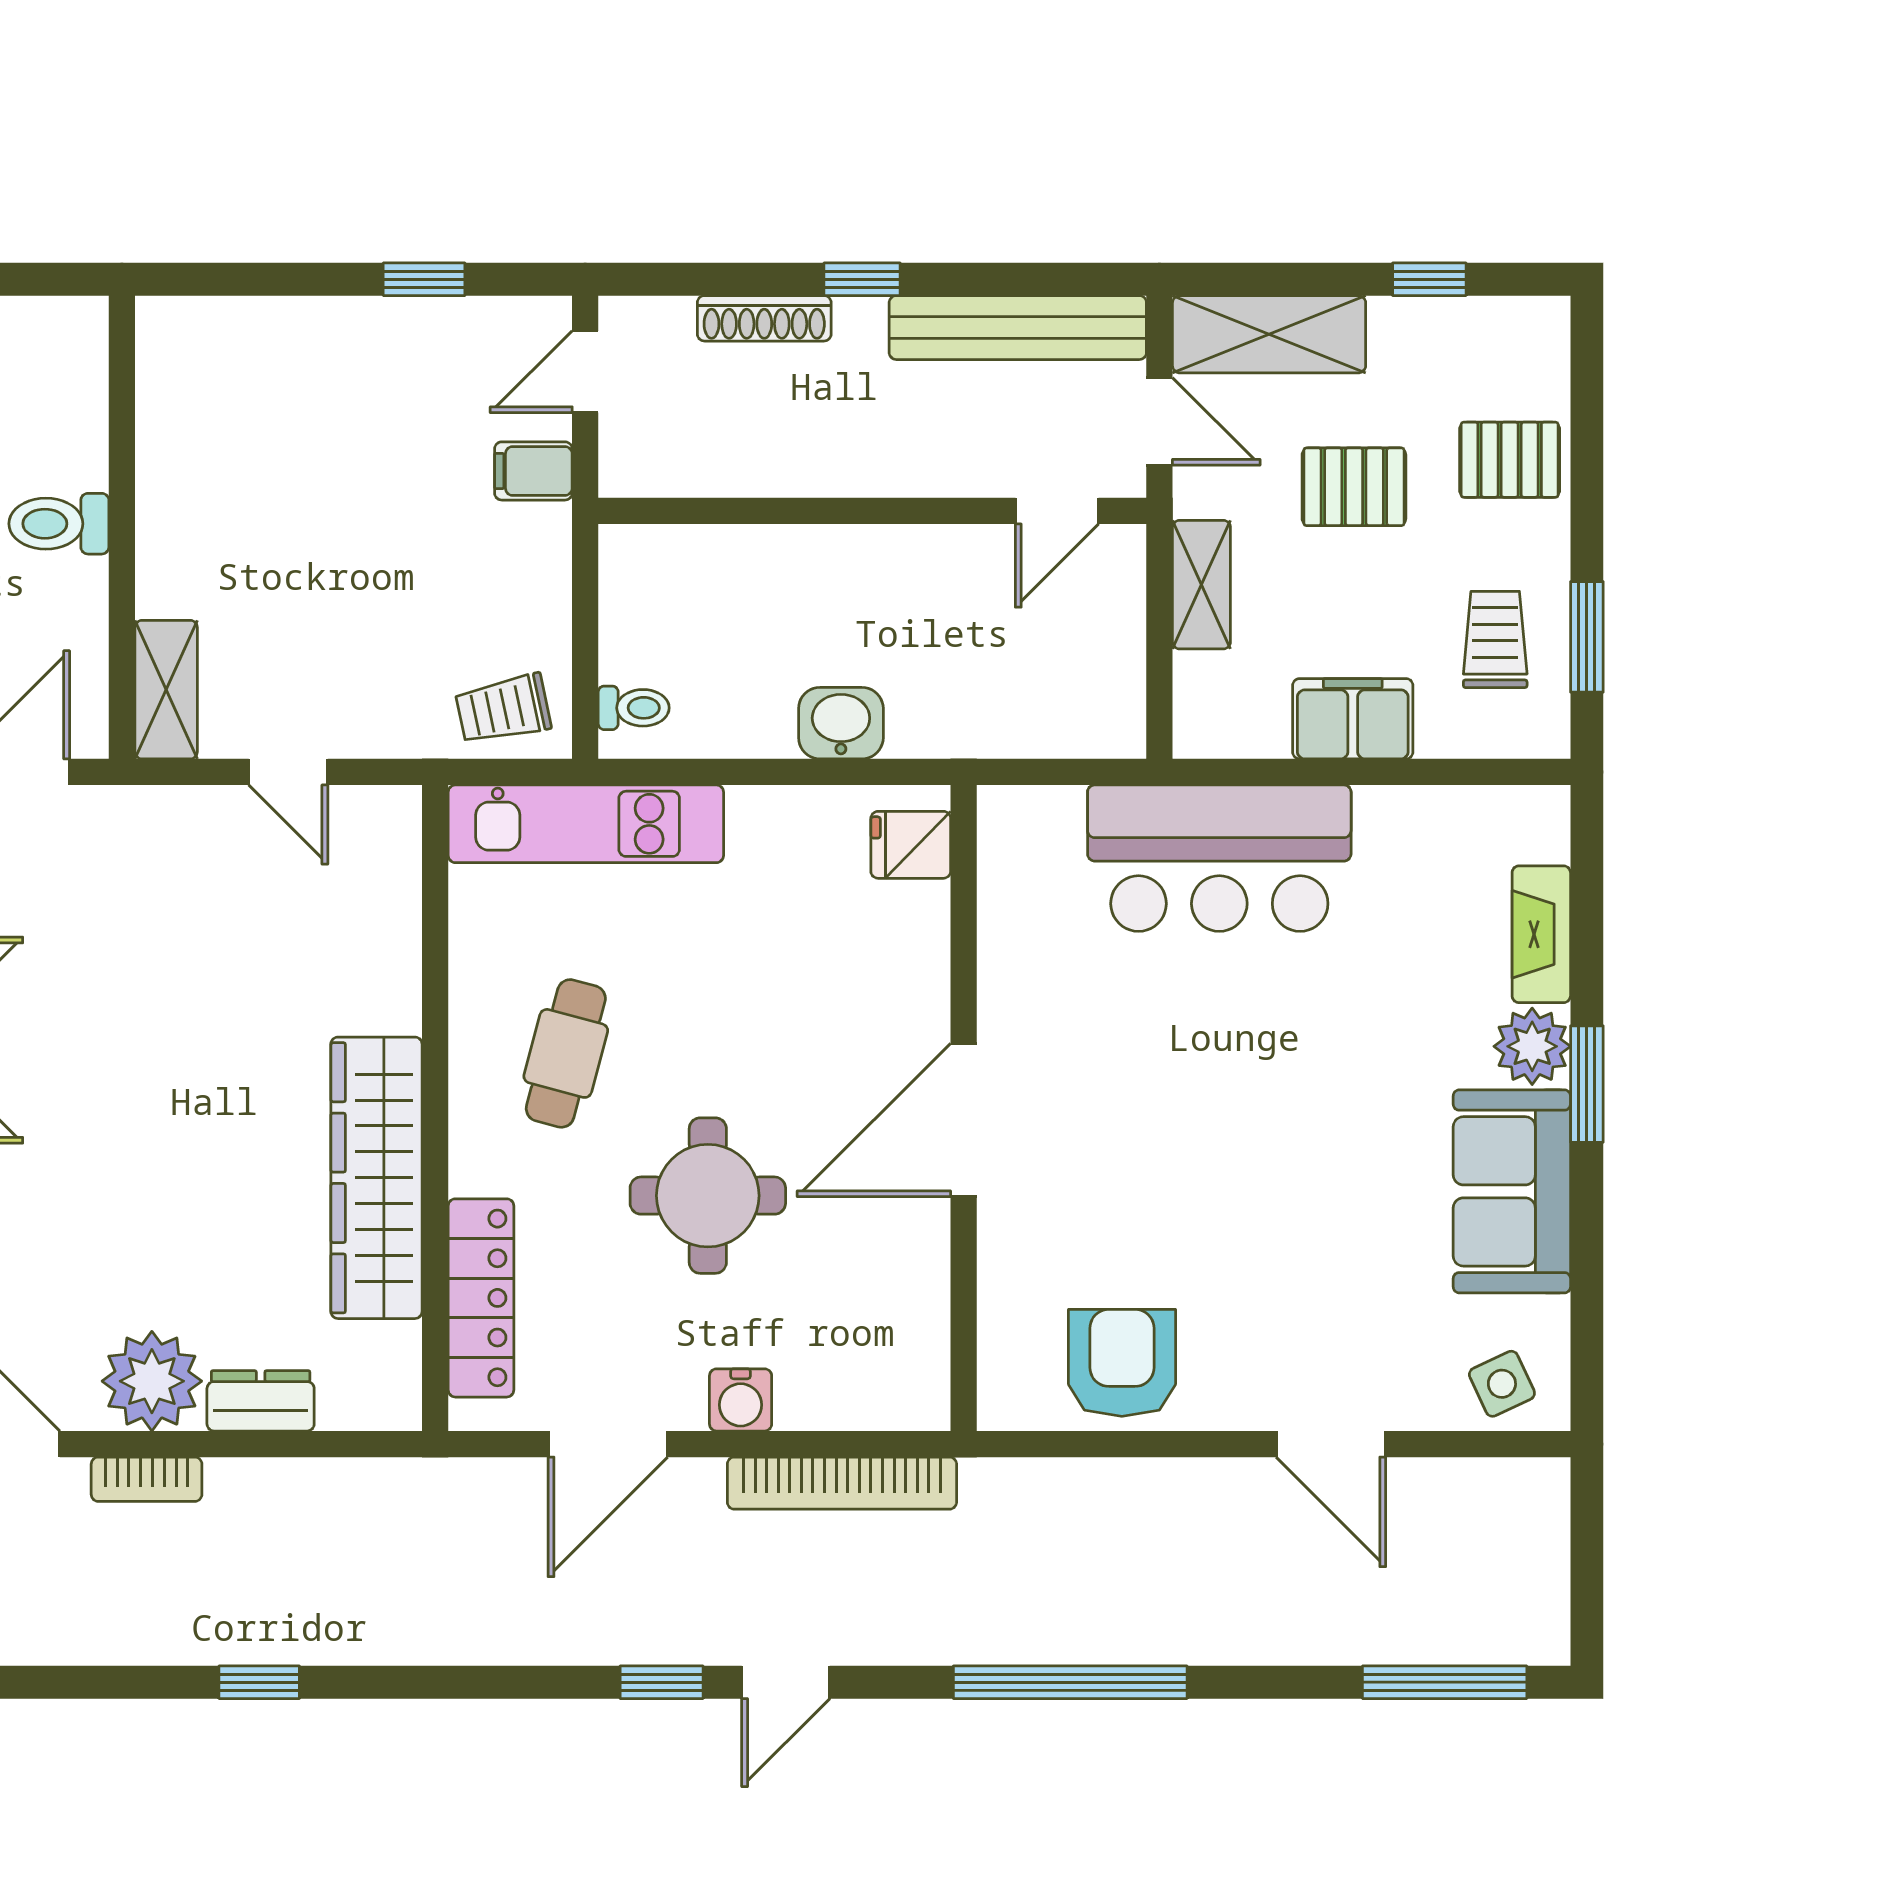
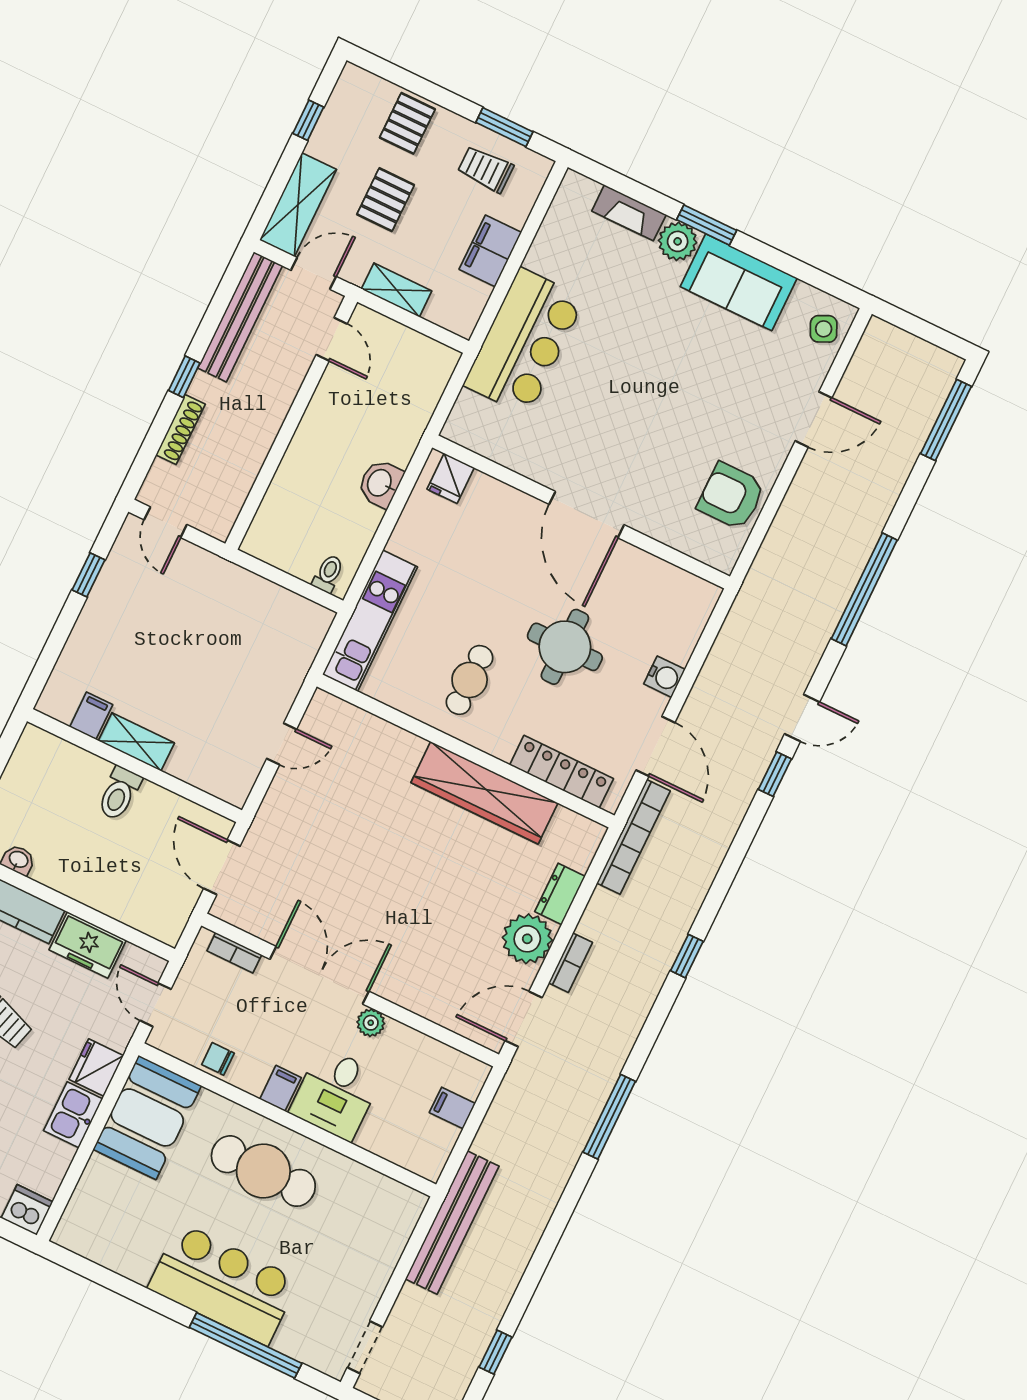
filing cabinet: (533, 471) -> (91, 716), moved, turned 180
shelving: (166, 690) -> (136, 742), moved
trolley: (503, 709) -> (300, 633), removed
cafe table: (566, 1053) -> (470, 680), turned 75
bookcase: (842, 1483) -> (633, 837), moved
door: (786, 1682) -> (802, 718), hinge flipped

